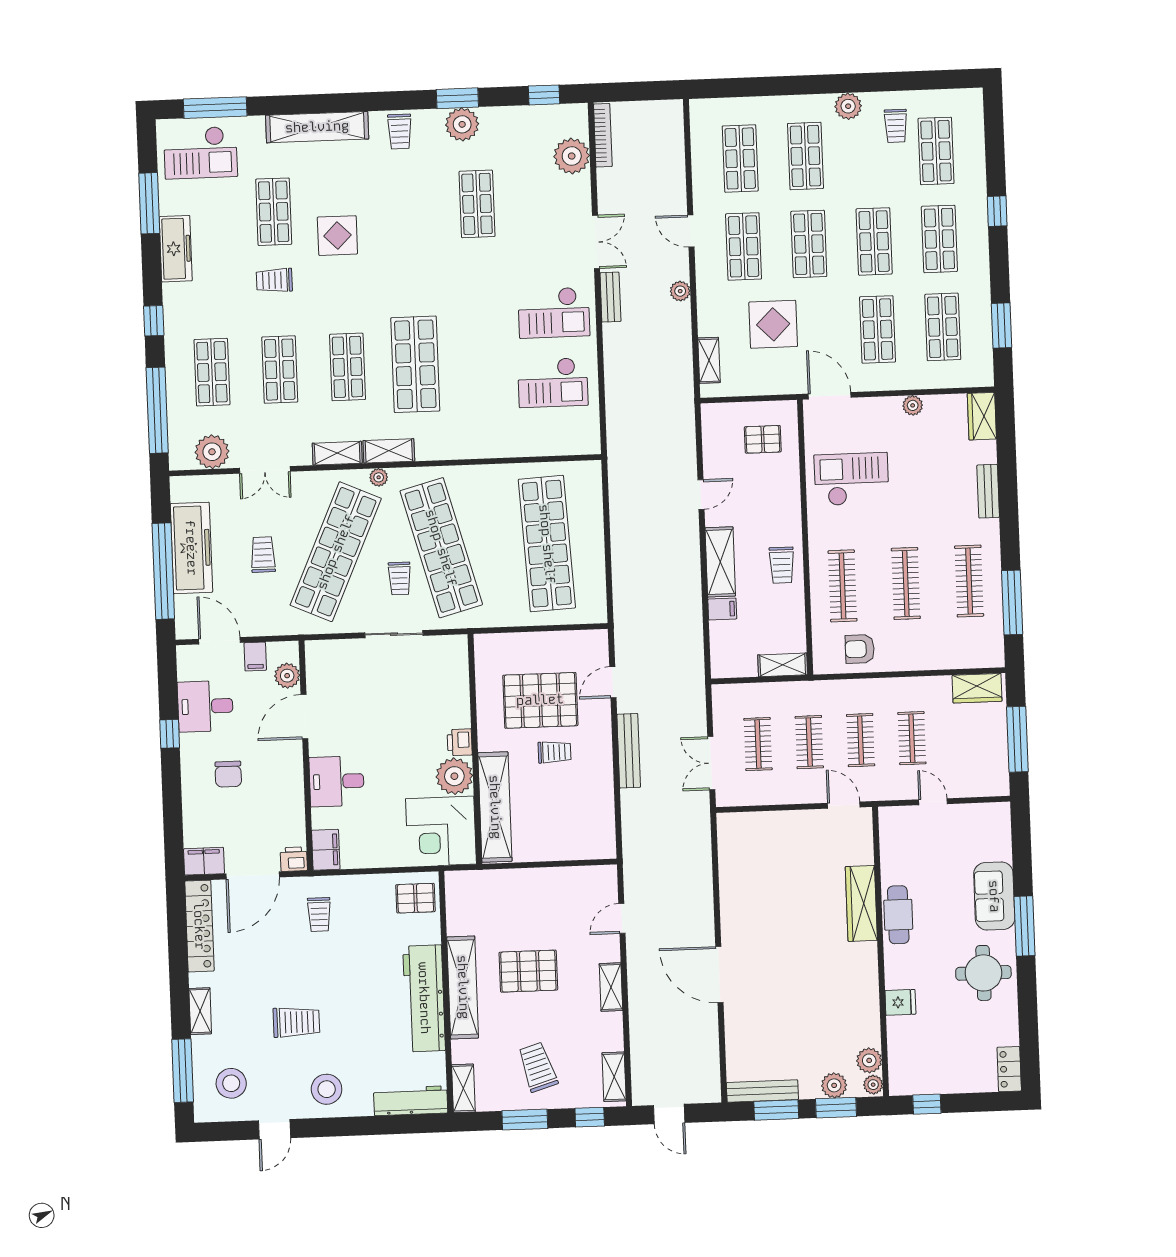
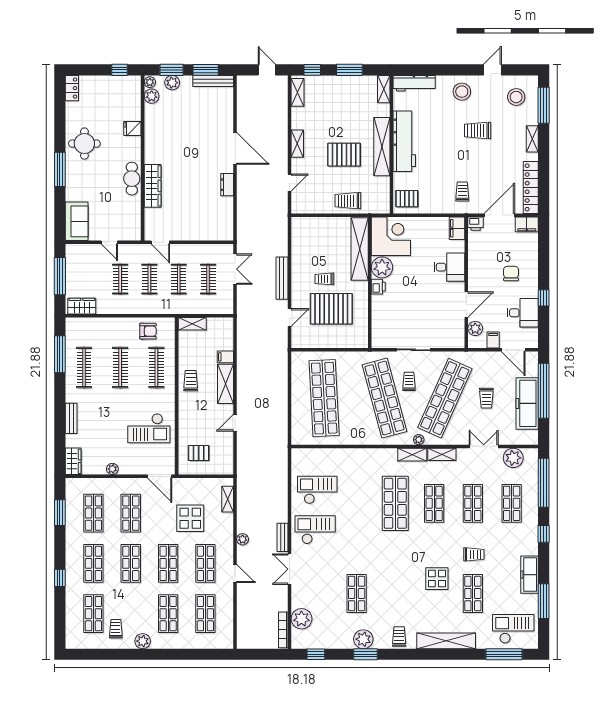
sofa: (994, 896) -> (77, 221), moved
dresser: (731, 911) -> (227, 185), added
trolley: (538, 1067) -> (348, 201), moved, turned 107

